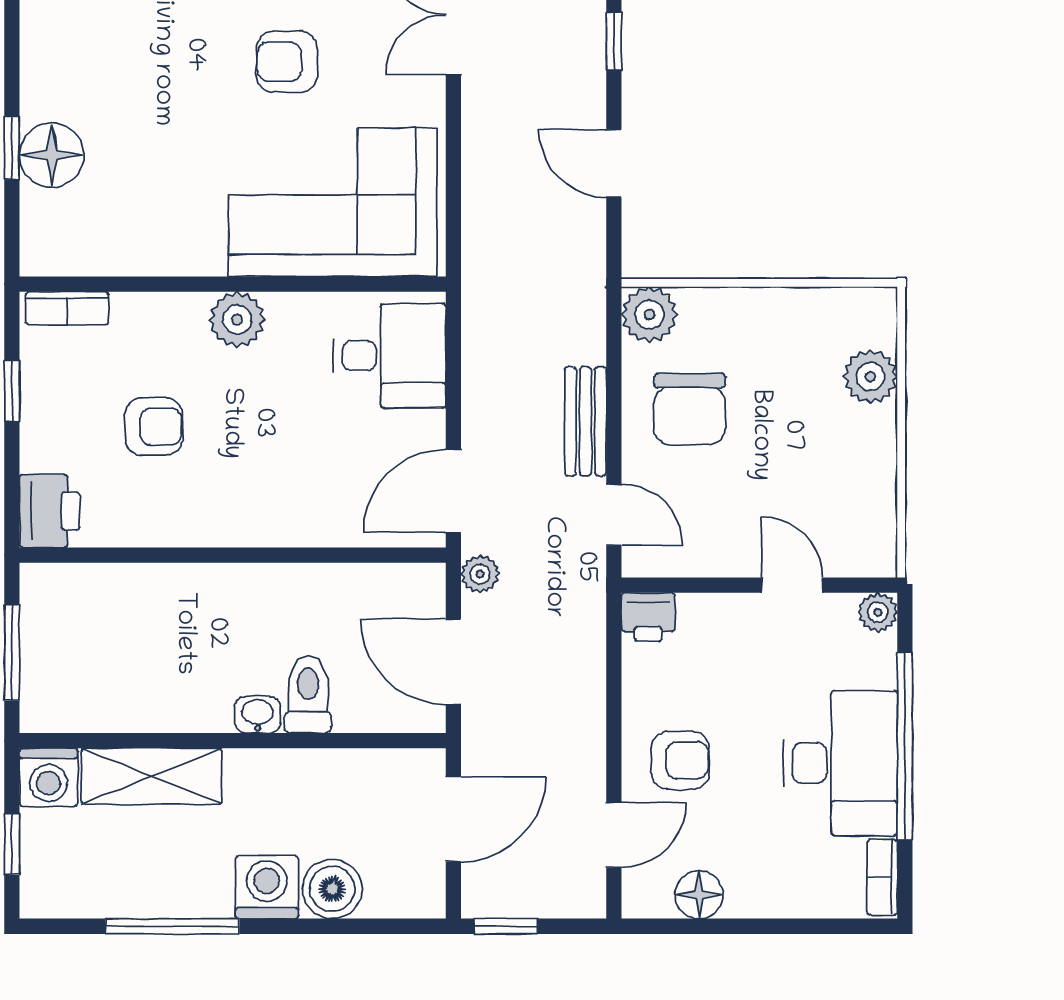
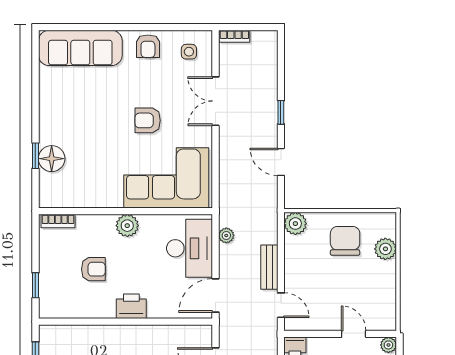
desk: (390, 356) -> (189, 248), width x1.37
window: (12, 391) -> (35, 285), moved
chair: (690, 409) -> (345, 241), moved, turned 180
printer: (50, 511) -> (131, 306), moved, turned -90
plant: (480, 574) -> (226, 235), moved

